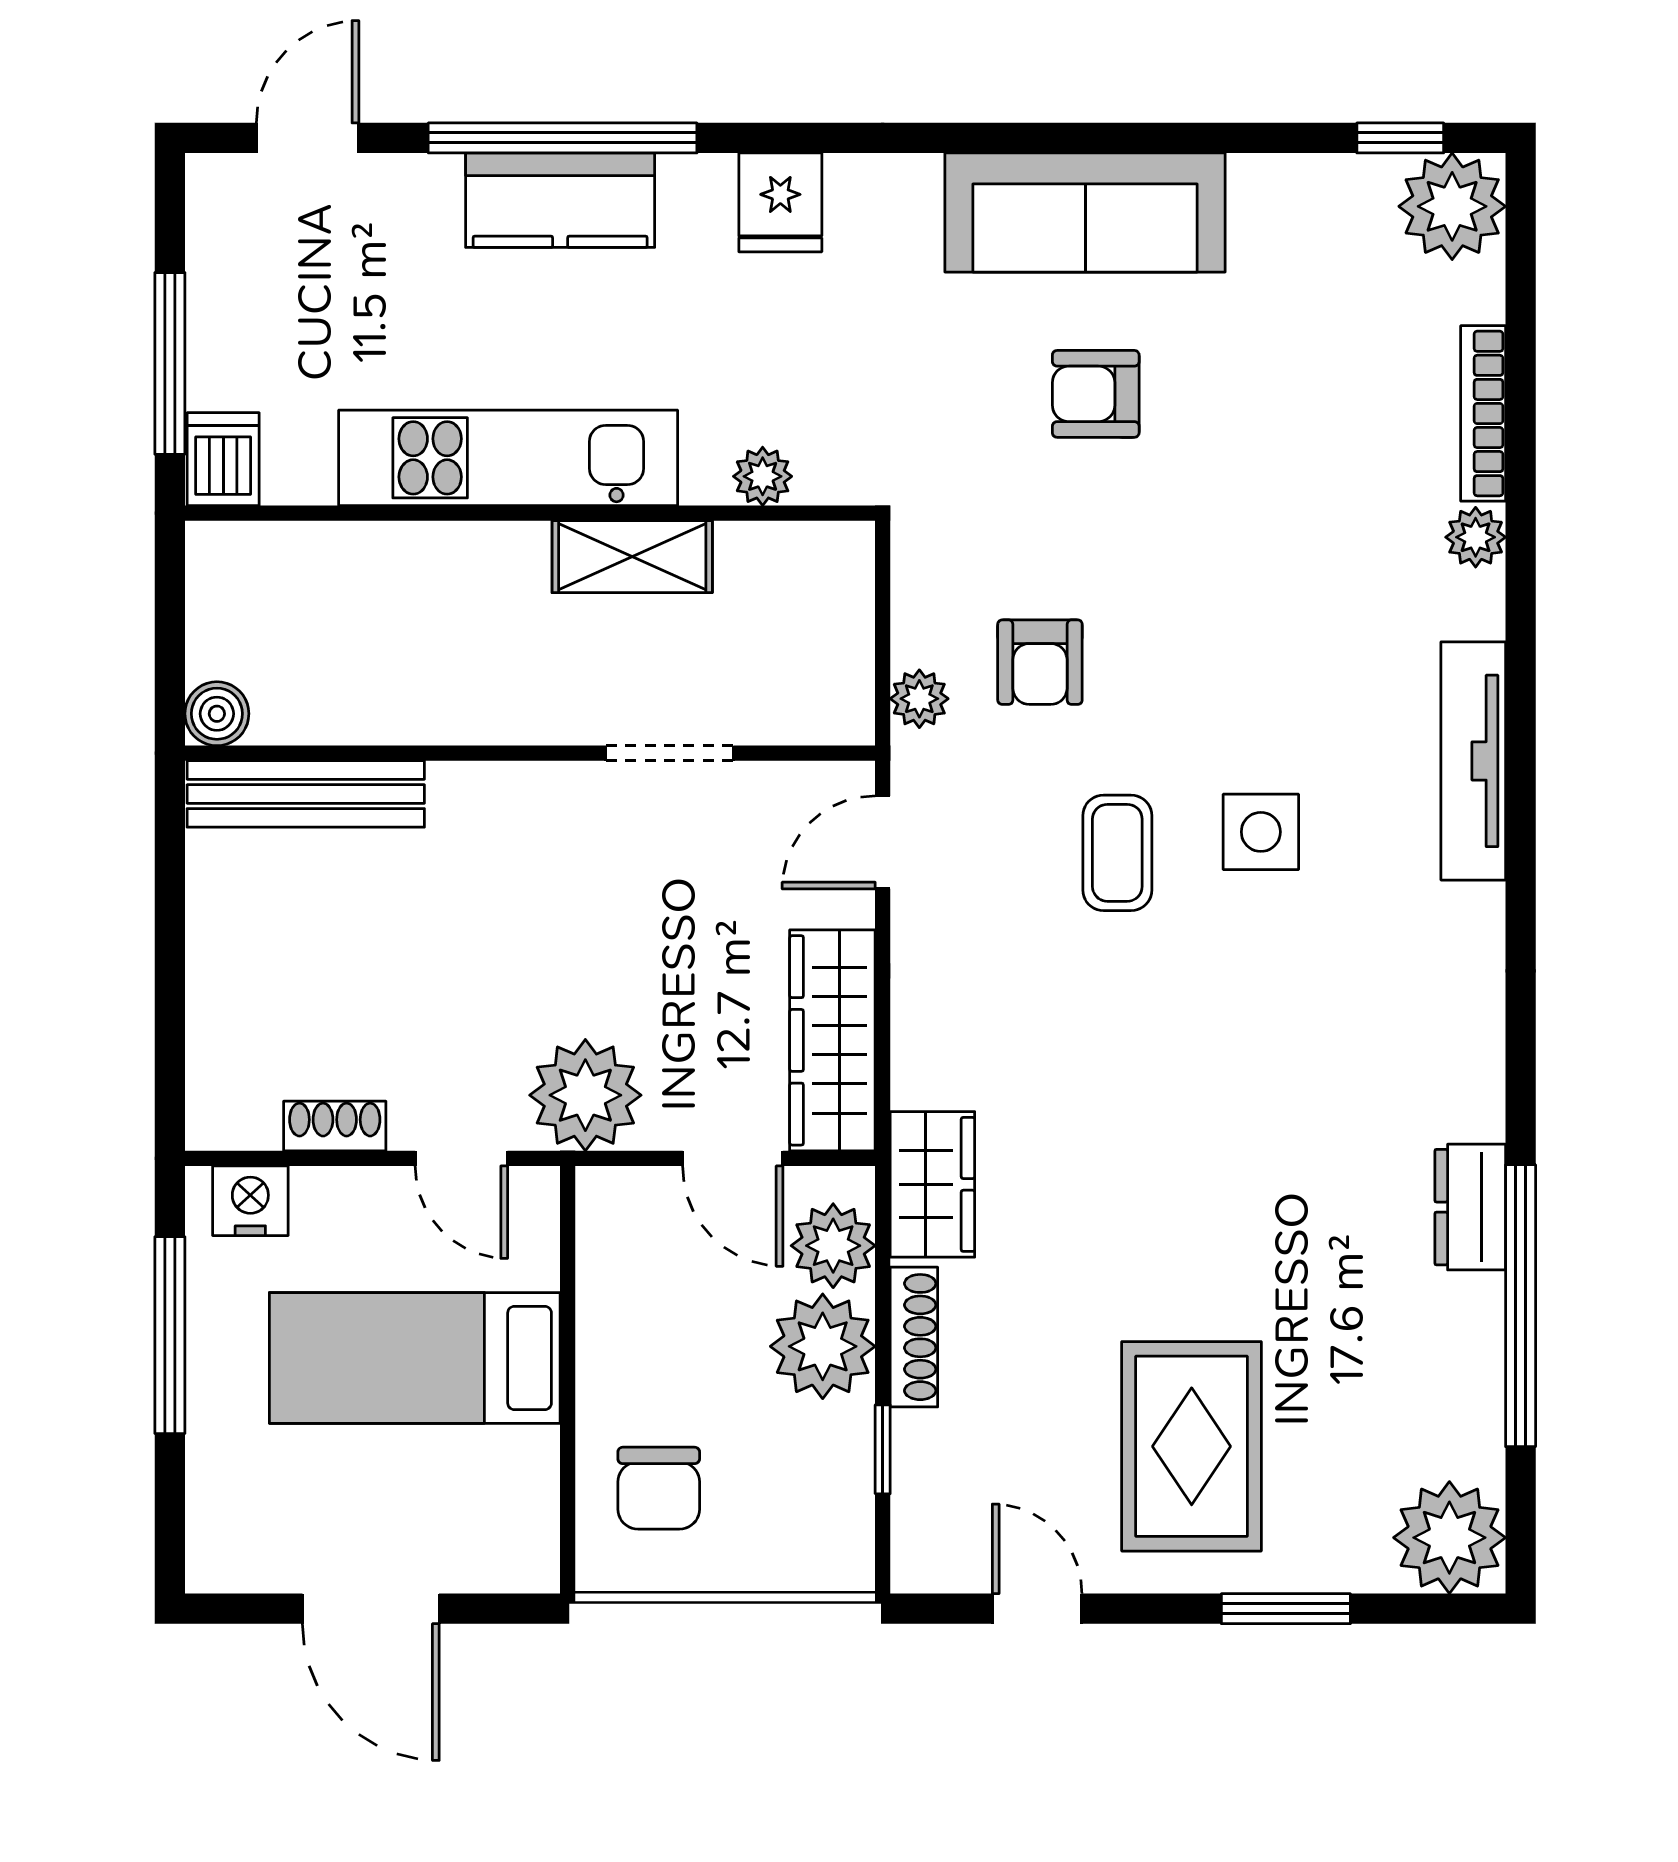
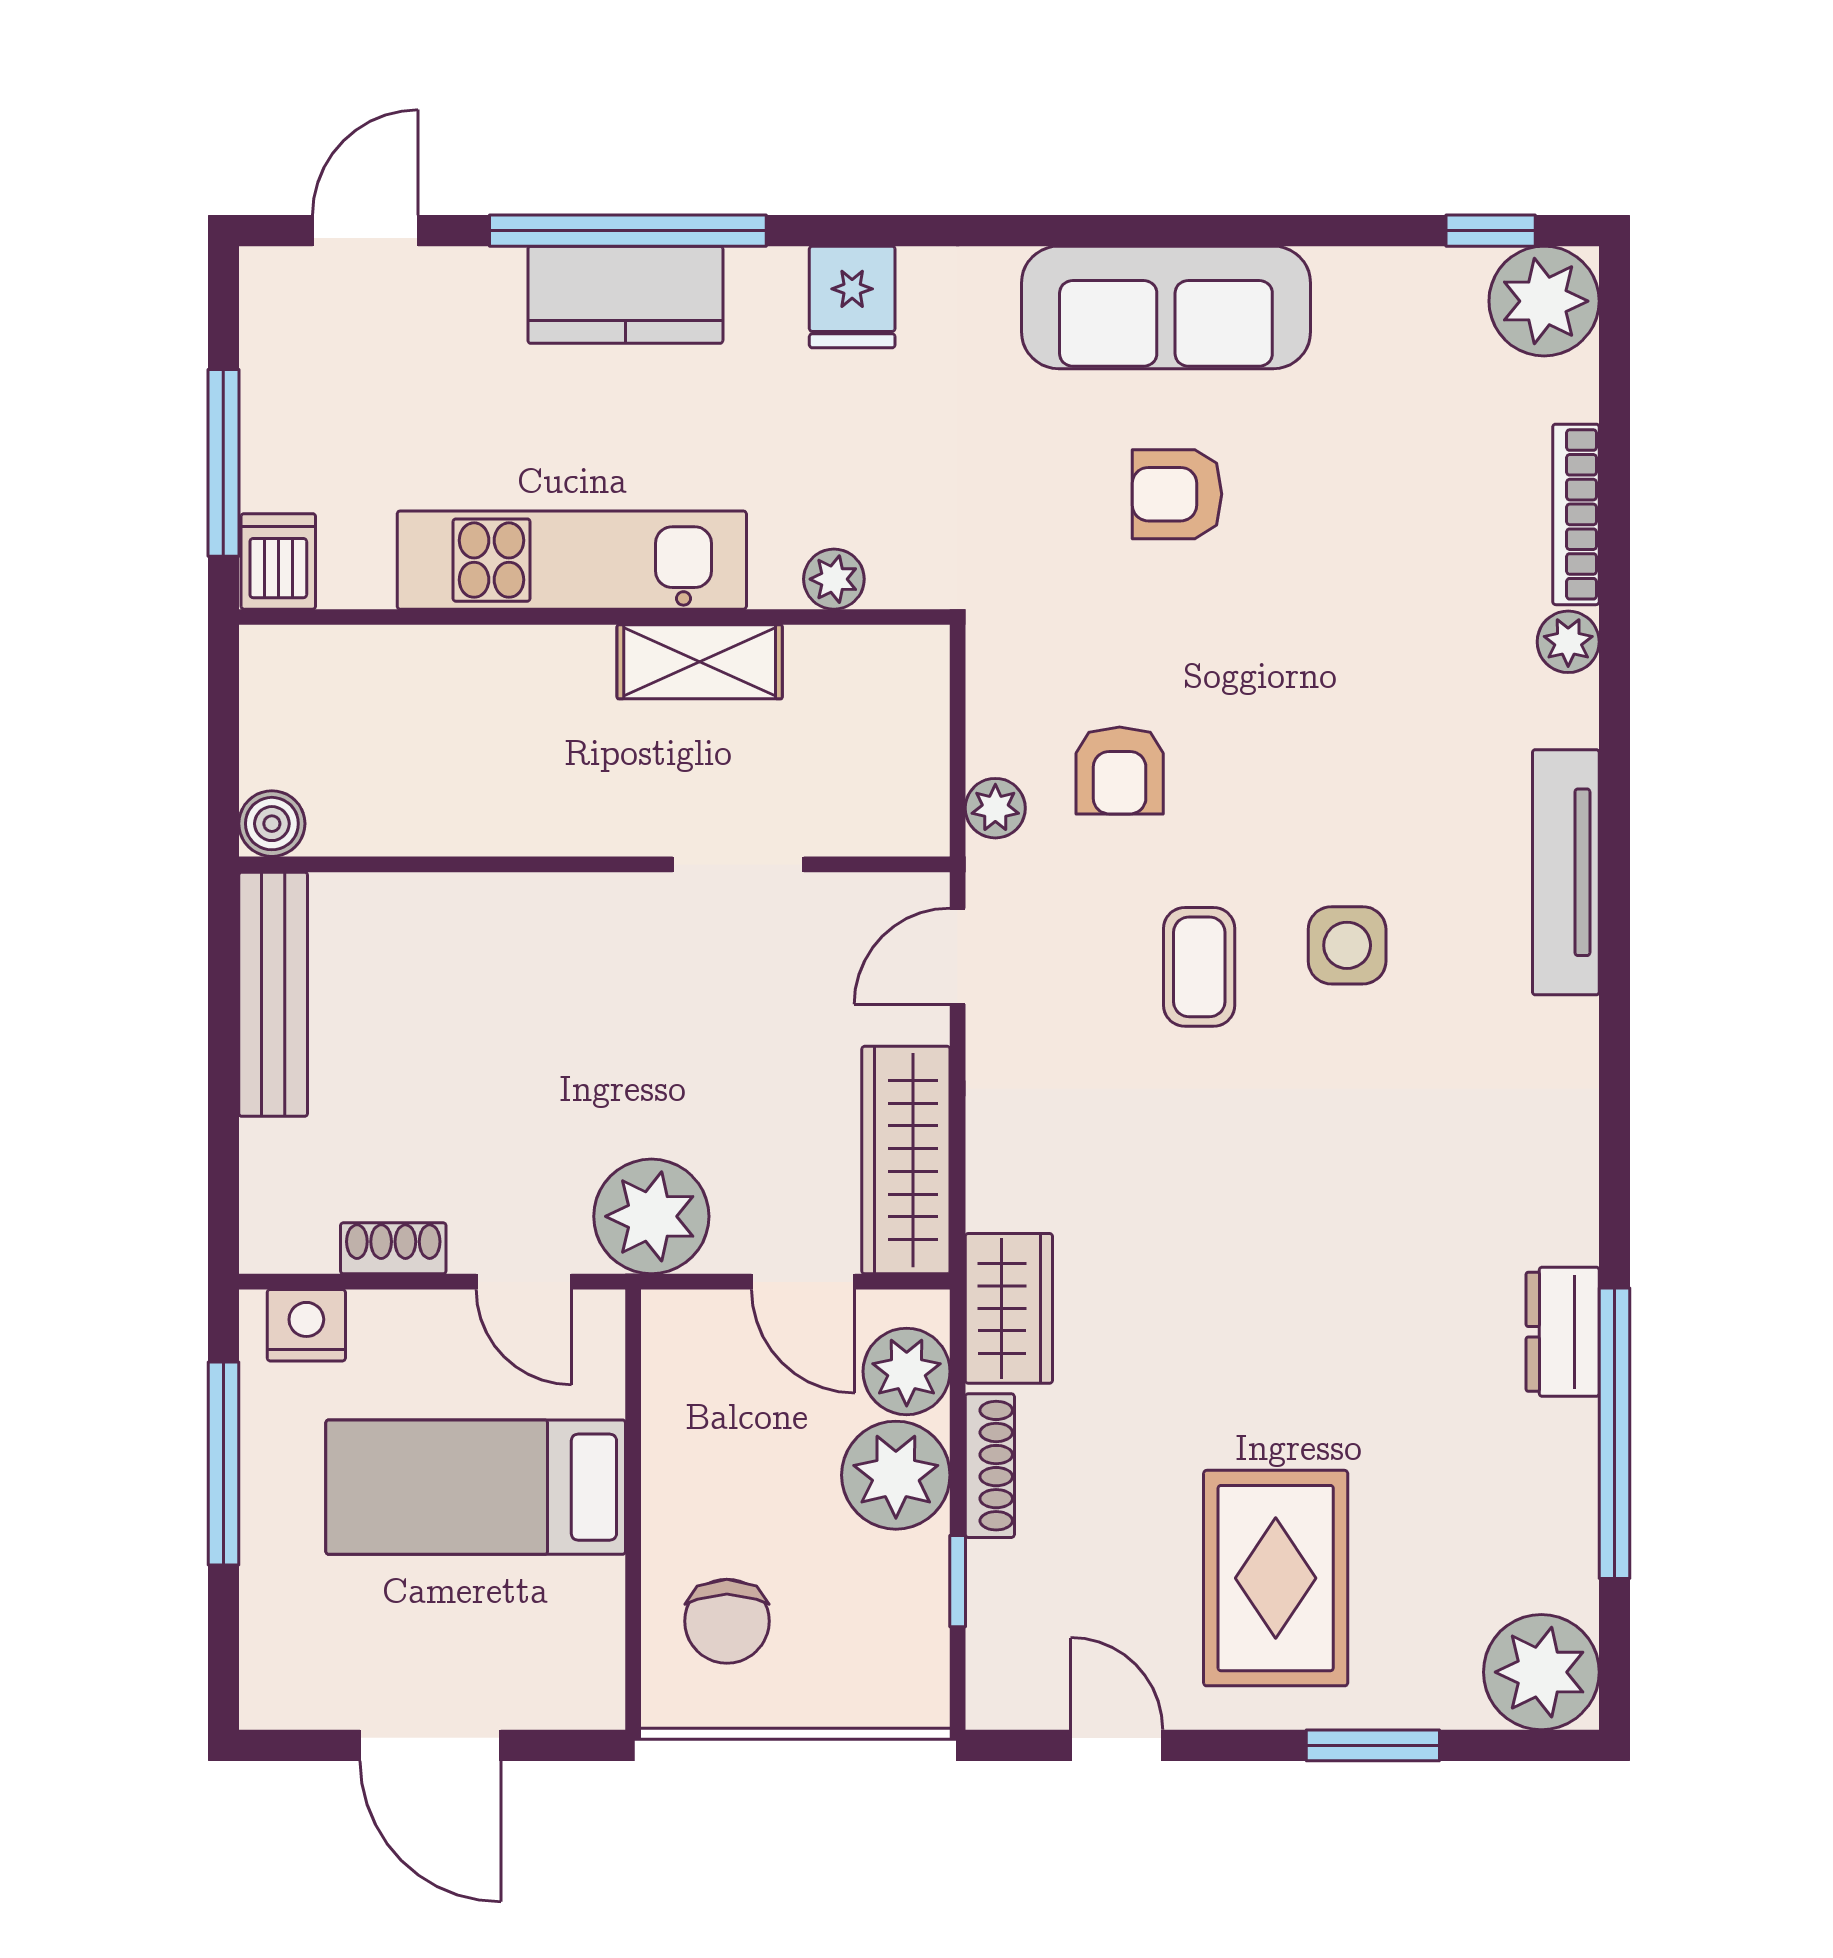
bench: (306, 794) -> (273, 994), moved, turned 90

